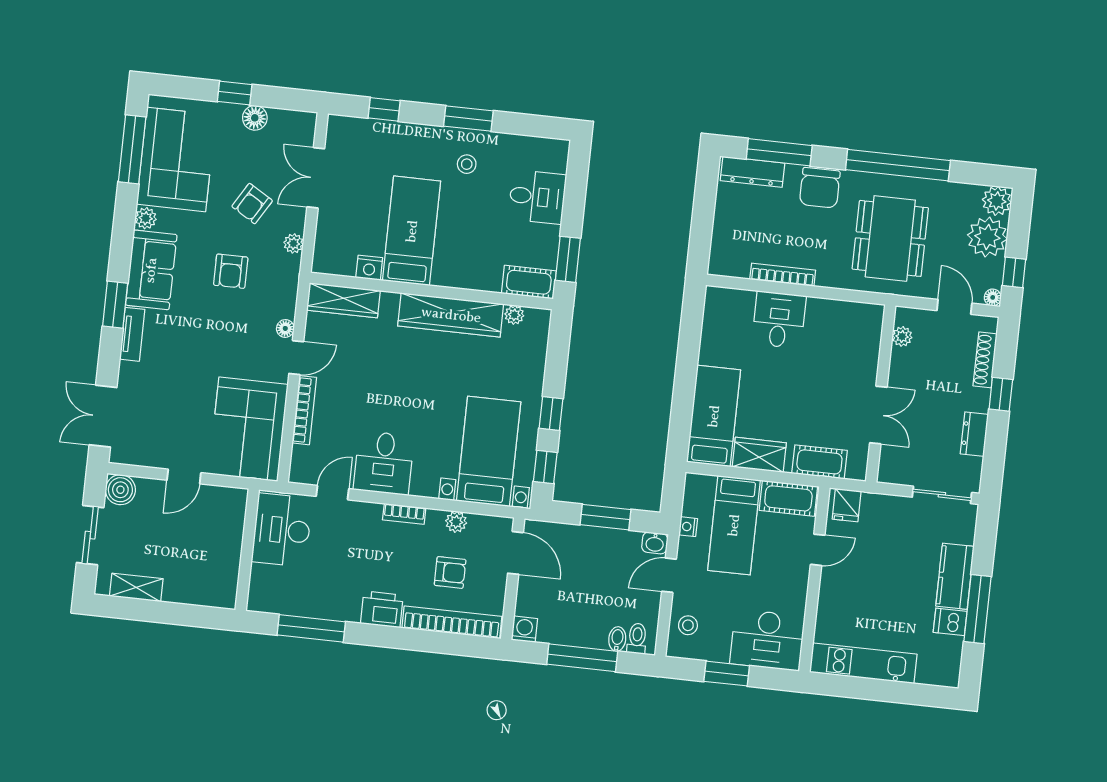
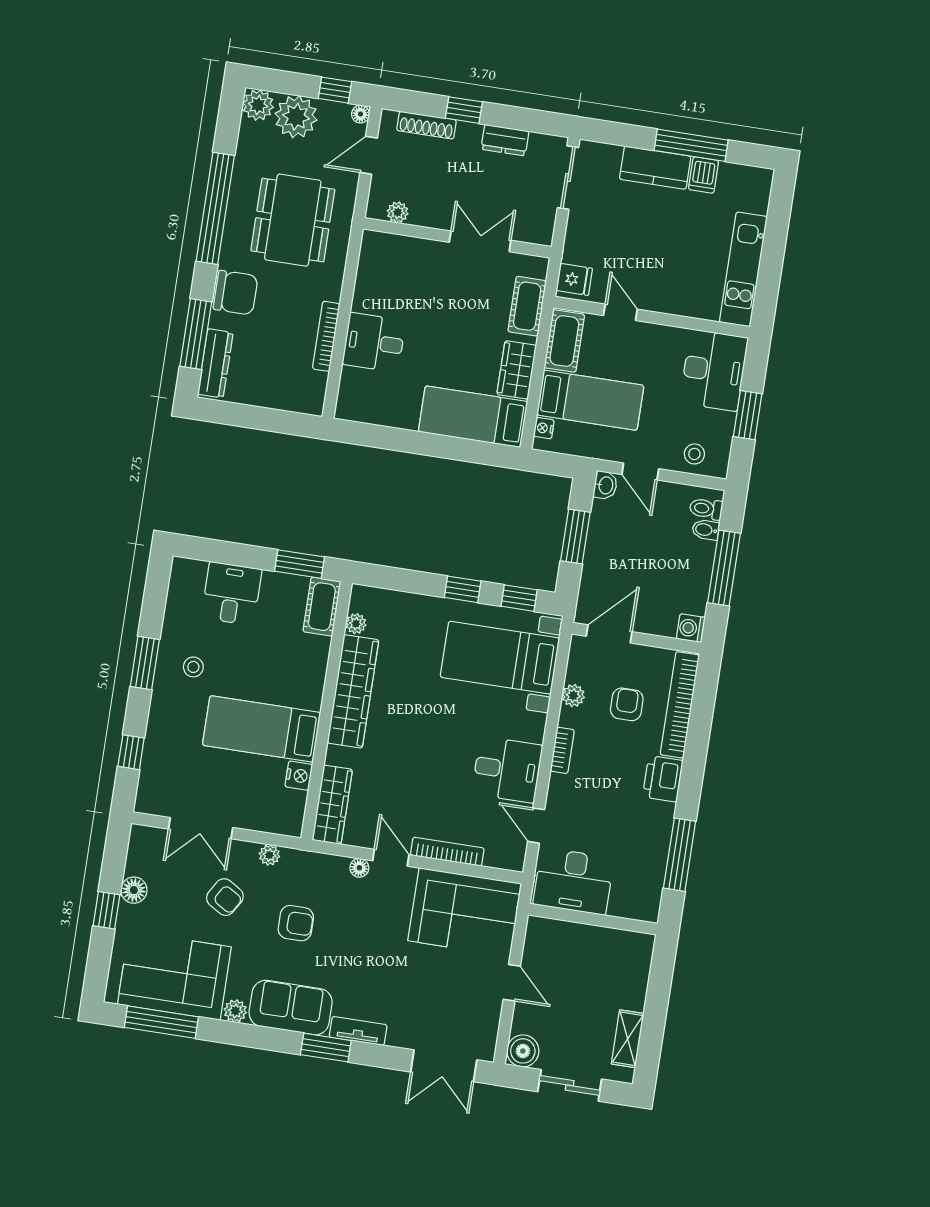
dining table: (890, 238) -> (293, 220), turned 90
nightstand: (688, 527) -> (544, 428), moved, turned 90

